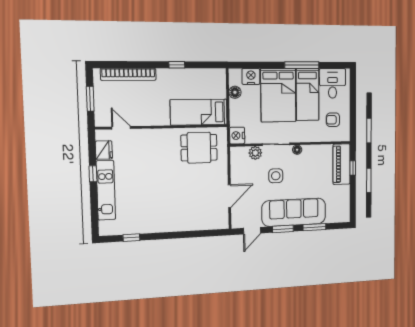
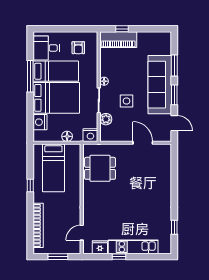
floor lamp: (235, 92) -> (67, 136), moved
bed: (199, 112) -> (53, 168), moved
dining table: (199, 148) -> (100, 168), turned 90

